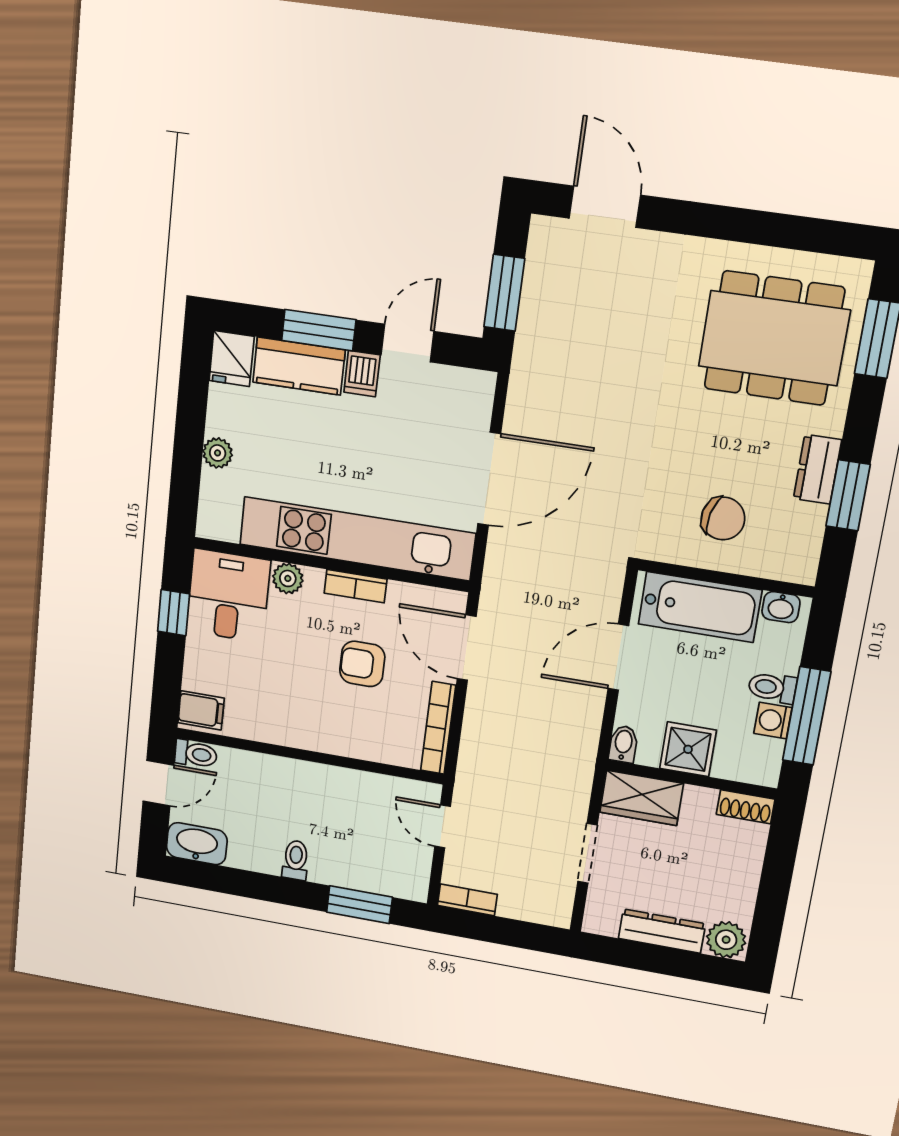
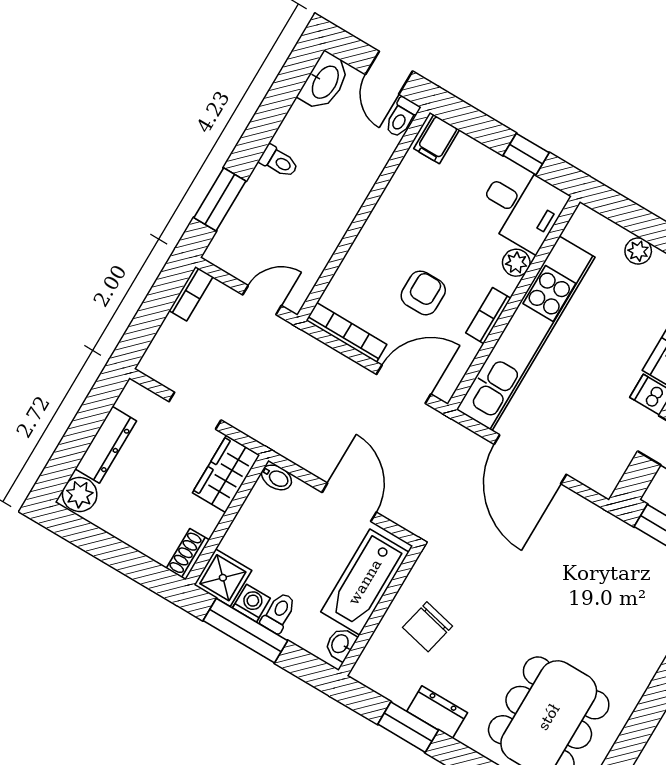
shower: (688, 749) -> (223, 578), moved

